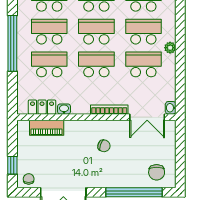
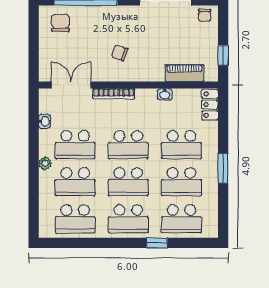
window: (12, 43) -> (223, 168), width x0.47
locker: (42, 107) -> (210, 105), moved, turned 90
washbasin: (171, 108) -> (44, 121), moved
window: (12, 165) -> (223, 55), moved

